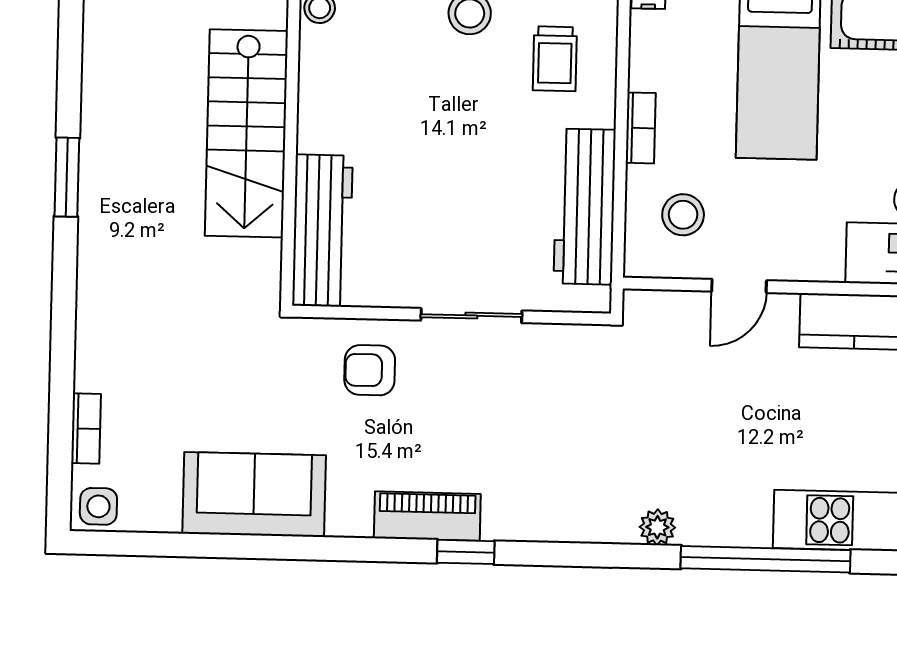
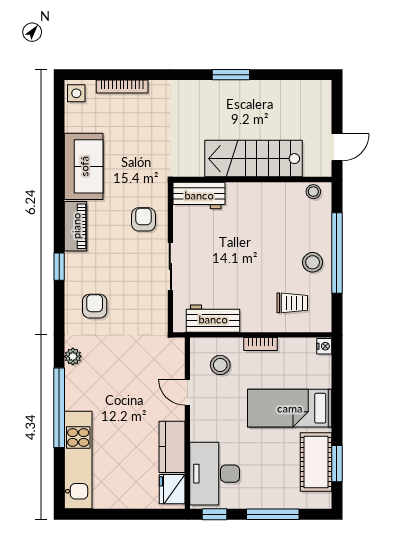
trolley: (555, 59) -> (292, 303), turned 180
workbench: (585, 207) -> (213, 319), width x0.73
workbench: (322, 230) -> (199, 195), width x0.73
bookcase: (86, 428) -> (122, 87), width x1.56
armchair: (552, 478) -> (95, 306), added
piano: (427, 516) -> (76, 226), moved

